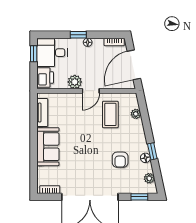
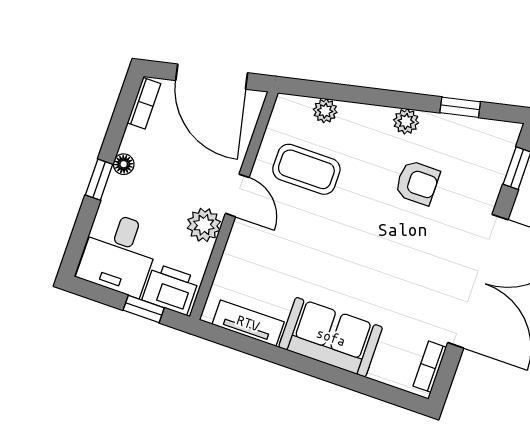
window: (34, 54) -> (144, 309), moved
window: (152, 151) -> (460, 107), moved
floor lamp: (145, 158) -> (433, 124), removed
plant: (149, 178) -> (406, 121), moved

